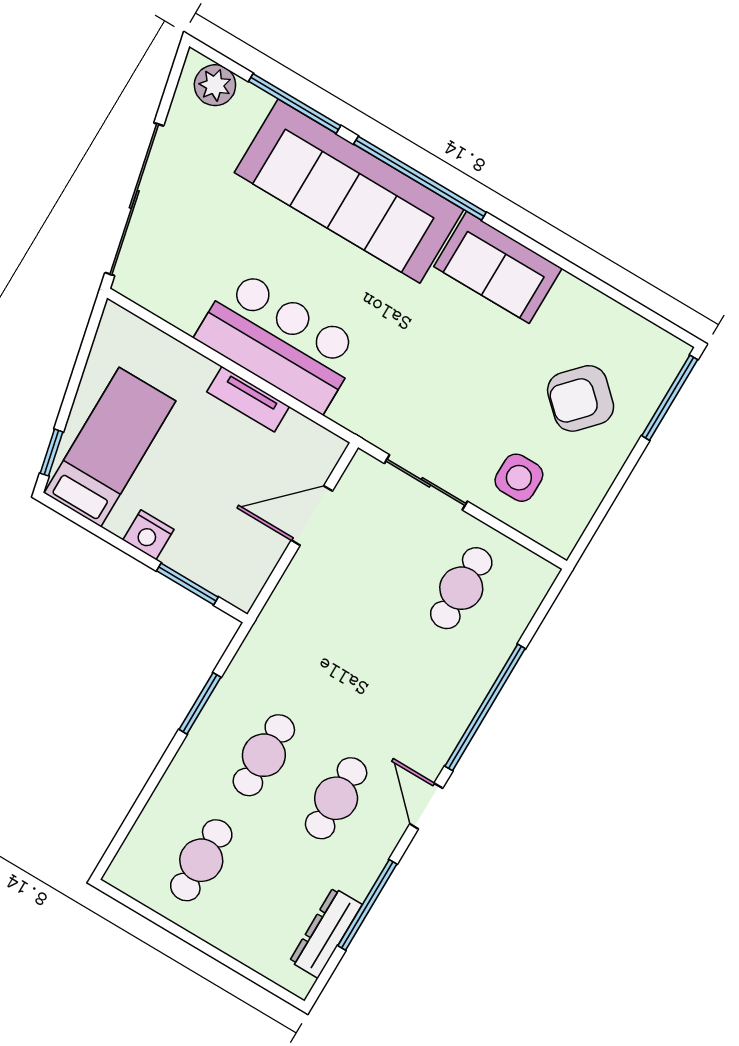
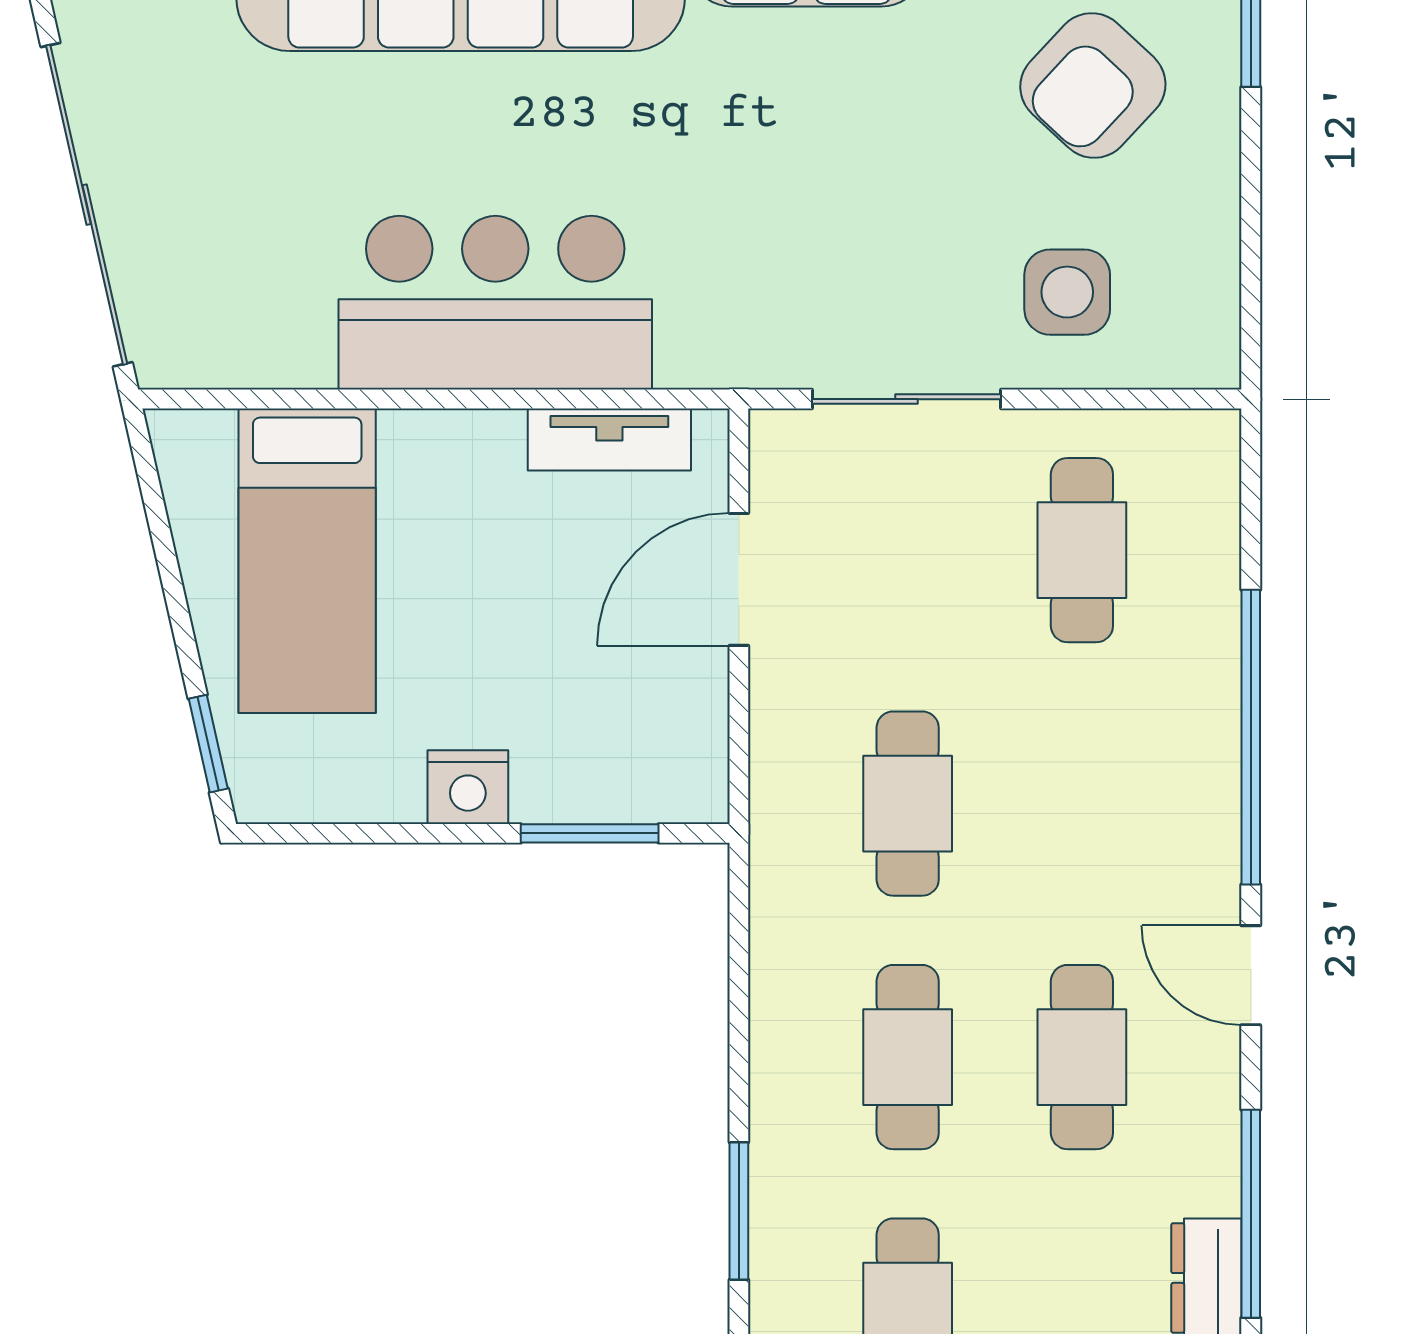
tv unit: (248, 399) -> (609, 439), moved
bed: (110, 447) -> (307, 561), moved, turned 180
cafe table: (326, 650) -> (908, 804), added
window: (200, 703) -> (739, 1211), moved

